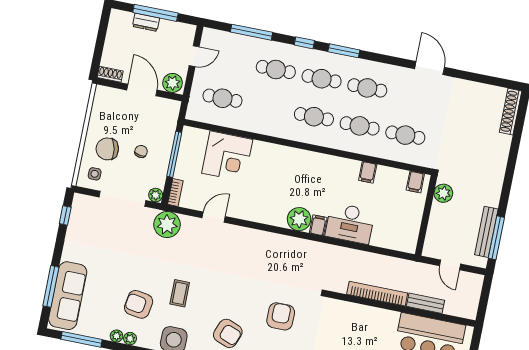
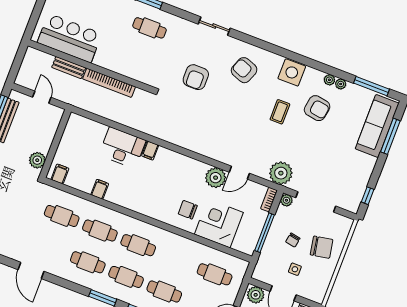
chair: (265, 166) -> (188, 210), added
side table: (95, 174) -> (295, 269), moved
plant: (299, 219) -> (216, 178), moved

